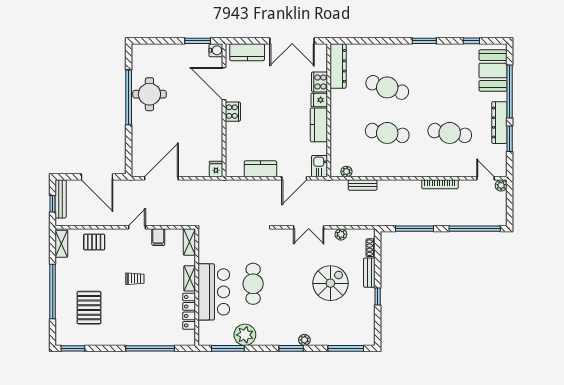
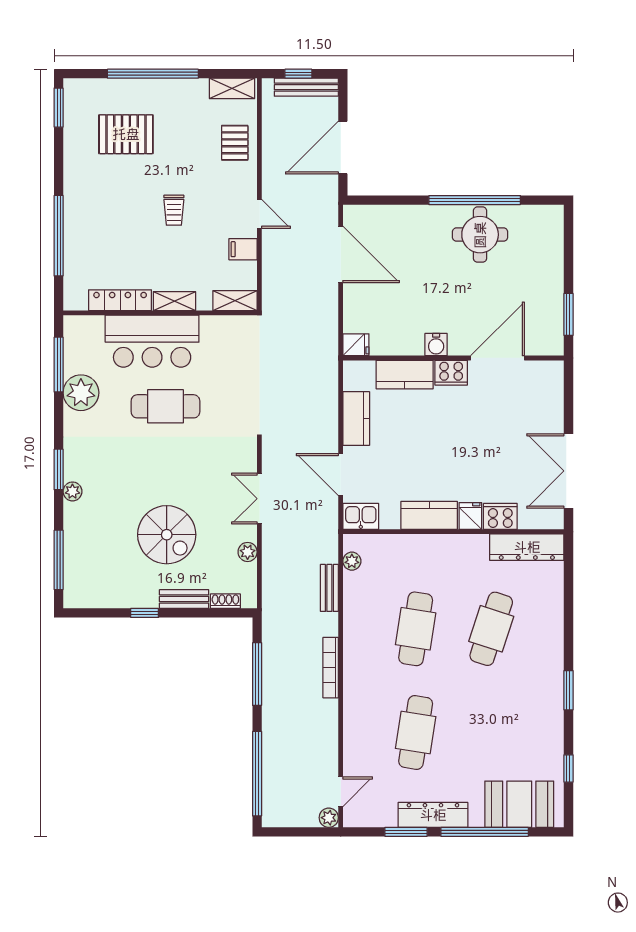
water cooler: (216, 50) -> (436, 345), moved
kitchen counter: (247, 52) -> (405, 375), moved, turned -90
bookcase: (440, 184) -> (331, 668), moved

